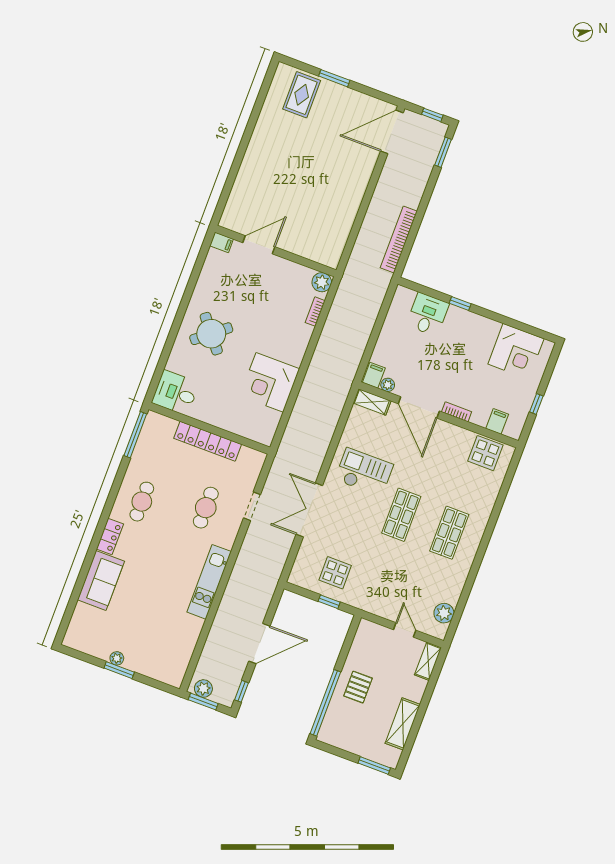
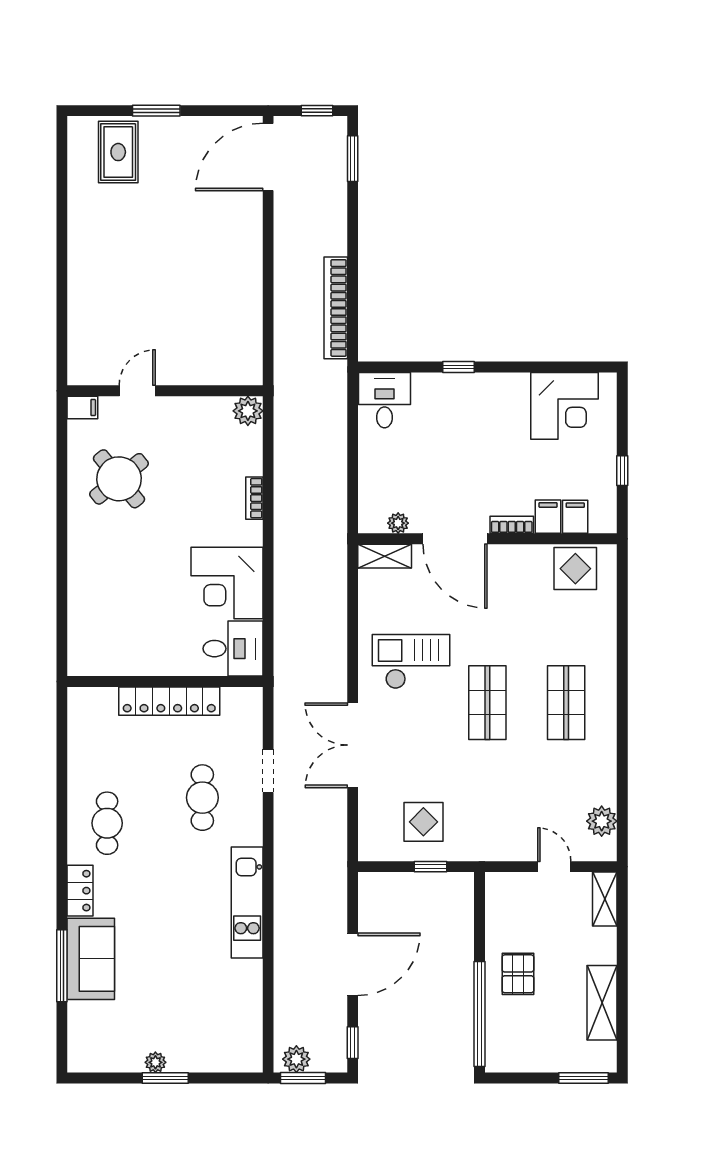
door: (259, 245) -> (137, 391), width x0.73
bookcase: (315, 312) -> (254, 498), moved
desk: (428, 314) -> (385, 400), moved
round table: (211, 334) -> (119, 479), moved
filing cabinet: (374, 375) -> (548, 517), moved
desk: (175, 393) -> (233, 649), moved, turned 180
window: (135, 435) -> (62, 966), moved

